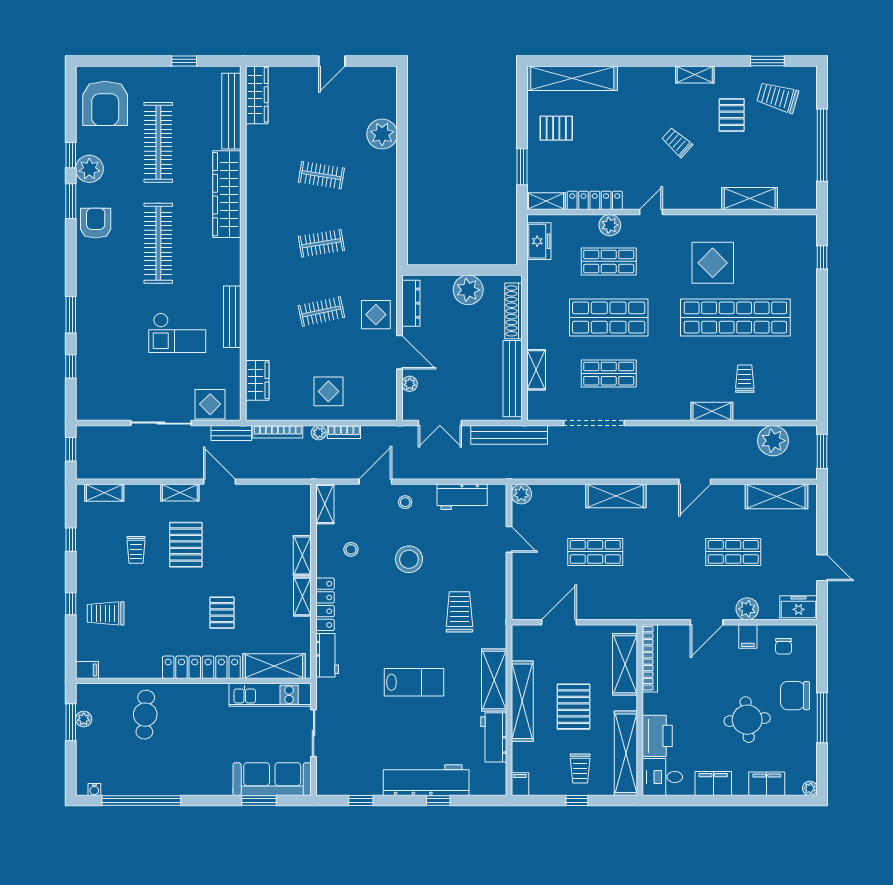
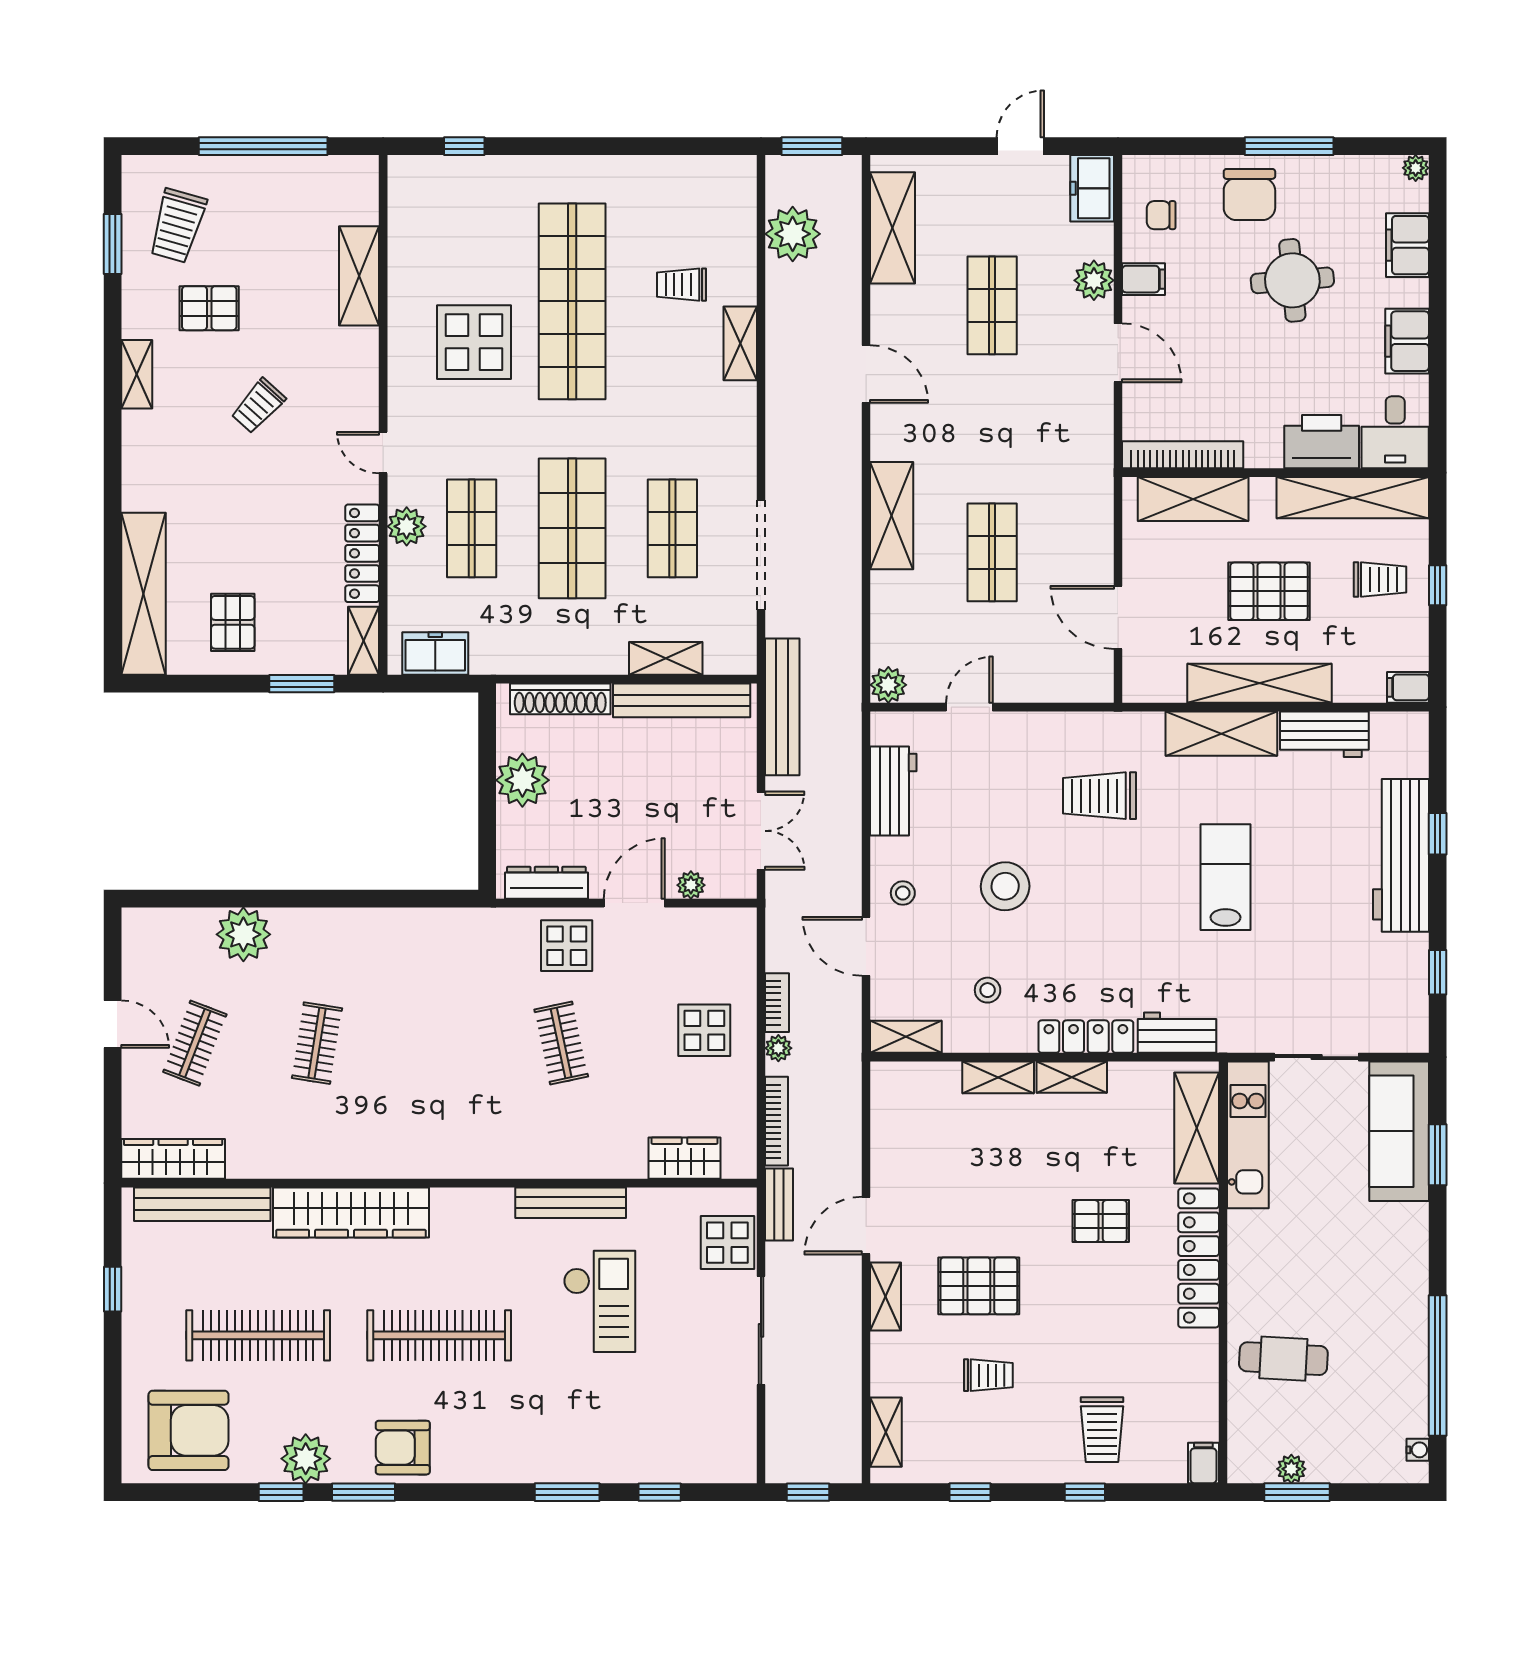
clothes rail: (321, 243) -> (195, 1043), moved, turned 30
chair: (784, 646) -> (1161, 215), turned 180

